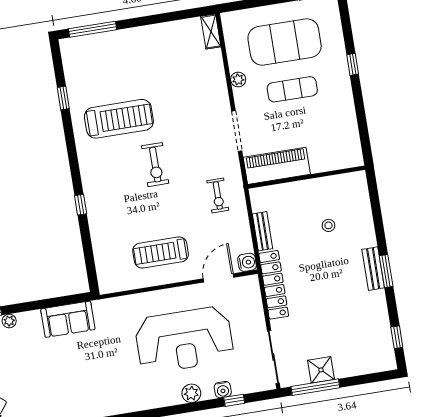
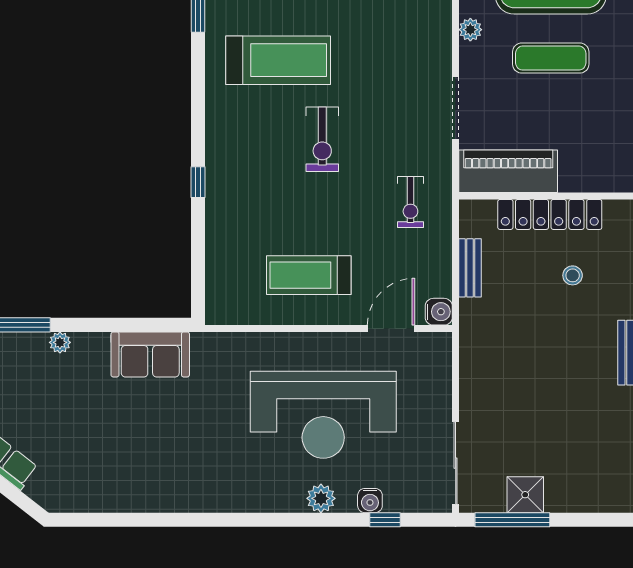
locker: (274, 285) -> (550, 214), moved, turned 90

